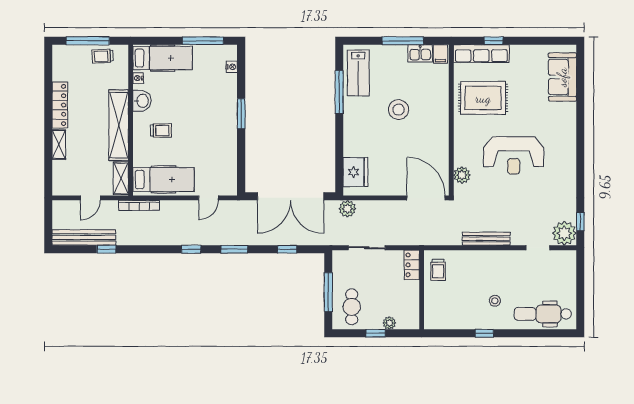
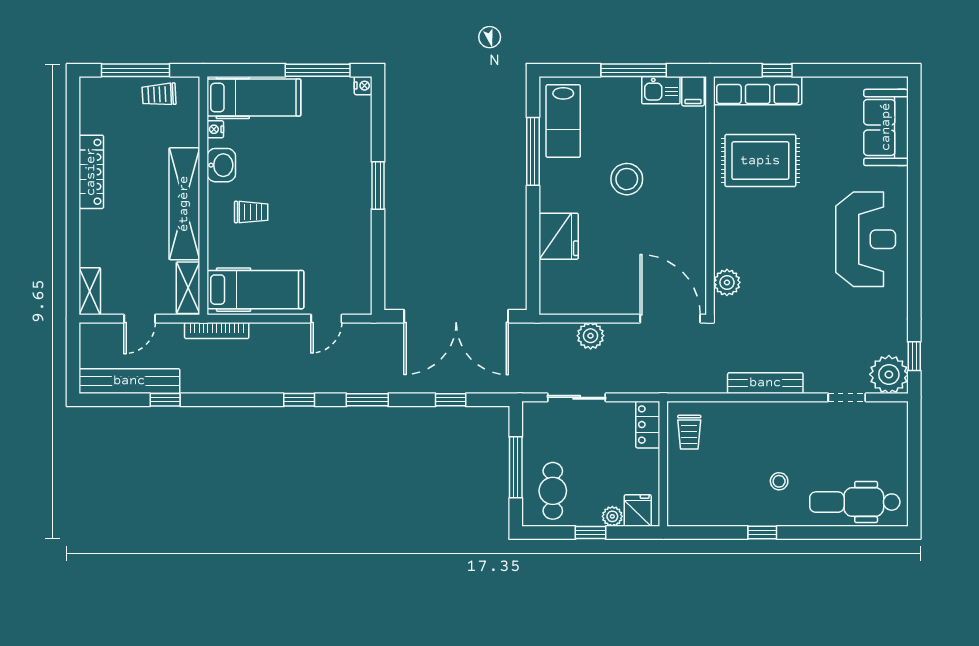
nightstand: (232, 67) -> (363, 86), moved
shelving: (59, 144) -> (90, 291), moved
reception desk: (514, 155) -> (866, 239), moved, turned -90
fridge: (355, 172) -> (559, 236), moved
plant: (347, 209) -> (591, 336), moved
fridge: (405, 319) -> (638, 511), added

